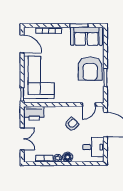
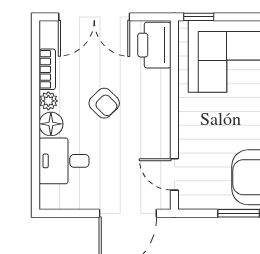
armchair: (72, 124) -> (104, 103), moved
double door: (22, 139) -> (94, 17), width x1.37
desk: (93, 147) -> (64, 161), moved, turned 90

